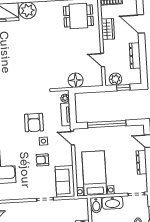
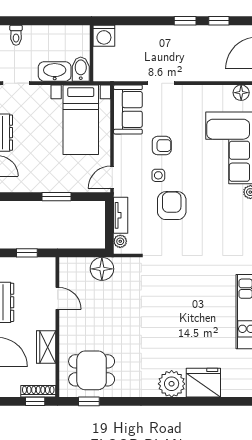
plant: (115, 79) -> (39, 267), removed
window: (107, 124) -> (56, 197), width x0.47
door: (73, 138) -> (112, 177), swing flipped

